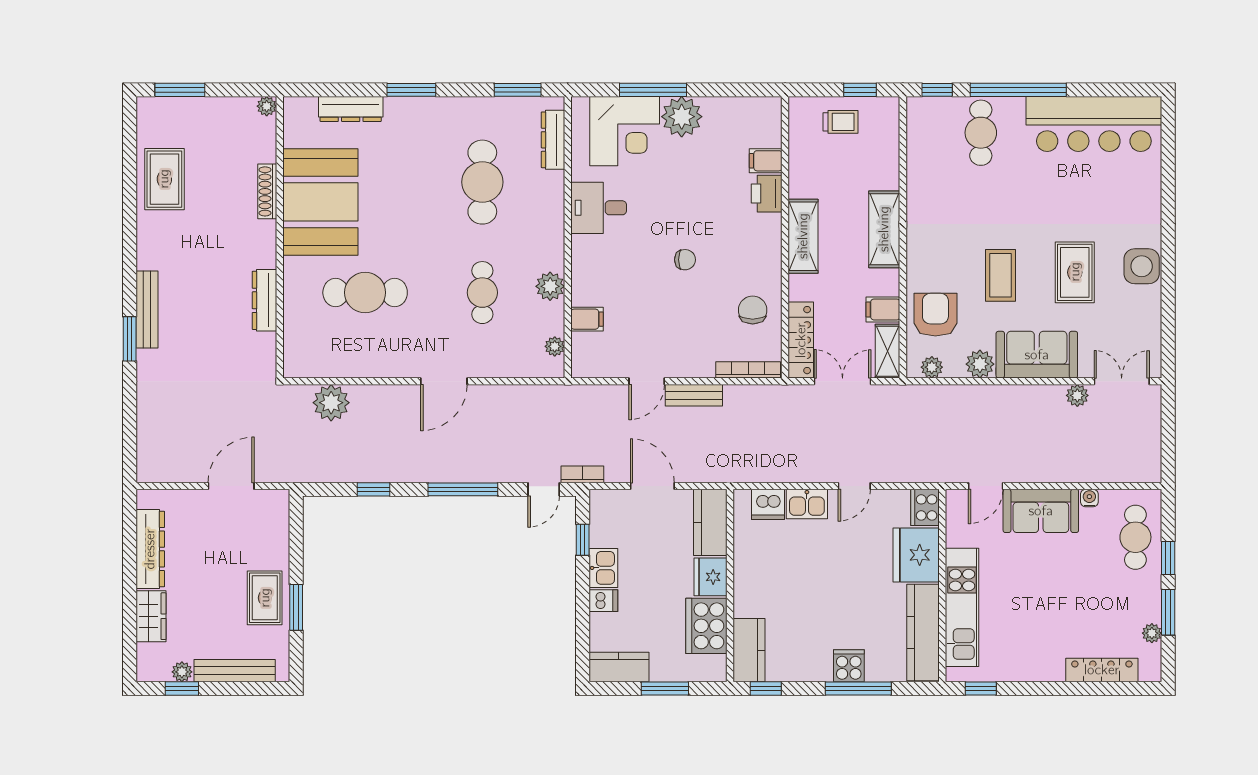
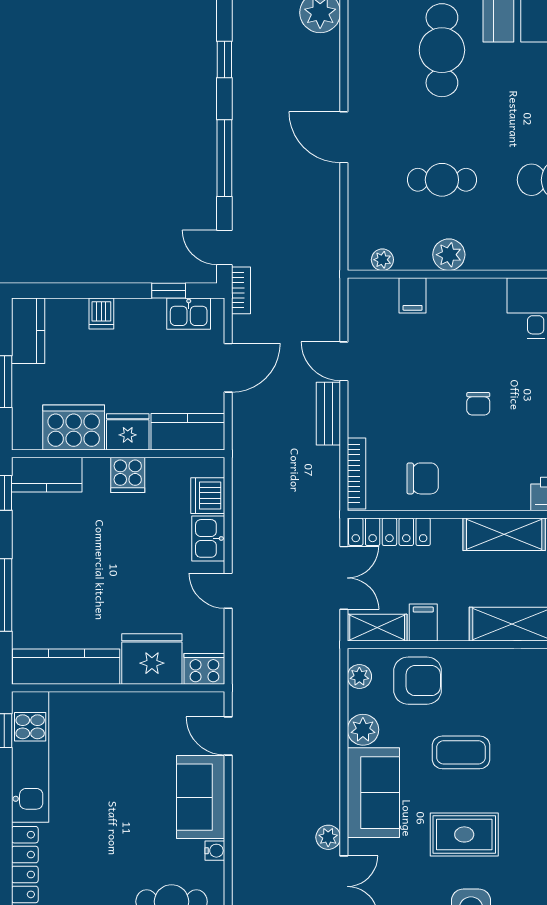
kitchen sink: (603, 568) -> (189, 314), moved
kitchen unit: (962, 607) -> (30, 757), moved, turned -90
cooker: (849, 666) -> (128, 475), moved, turned 90

